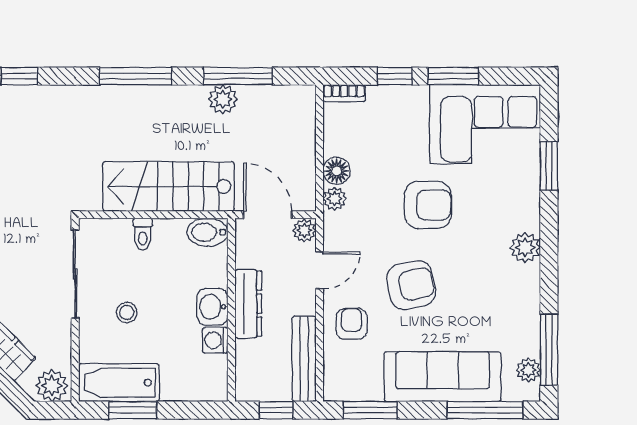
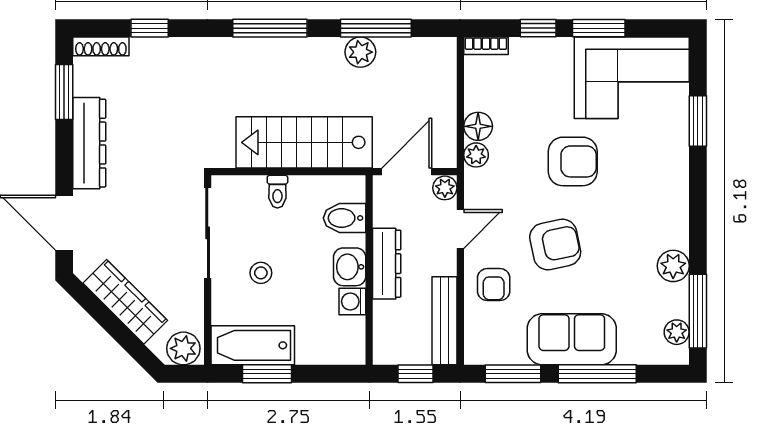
door: (268, 215) -> (407, 172), hinge flipped
bidet: (207, 232) -> (344, 218), moved
plant: (525, 248) -> (673, 266), moved
armchair: (352, 324) -> (494, 285), turned 180
sofa: (443, 377) -> (572, 339), width x0.73
window: (485, 410) -> (597, 374), moved

